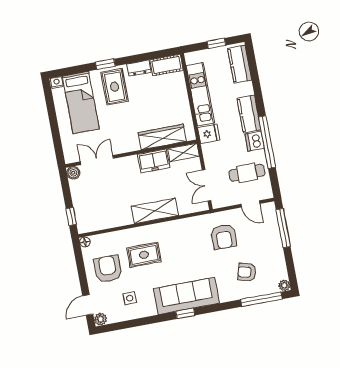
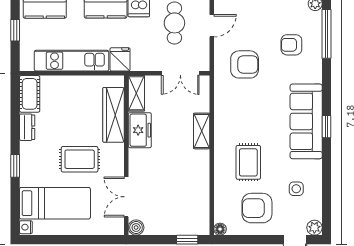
rug: (115, 87) -> (80, 159), moved
shelving: (155, 211) -> (202, 131), width x0.67, depth x0.75
armchair: (247, 272) -> (291, 45), turned 75

